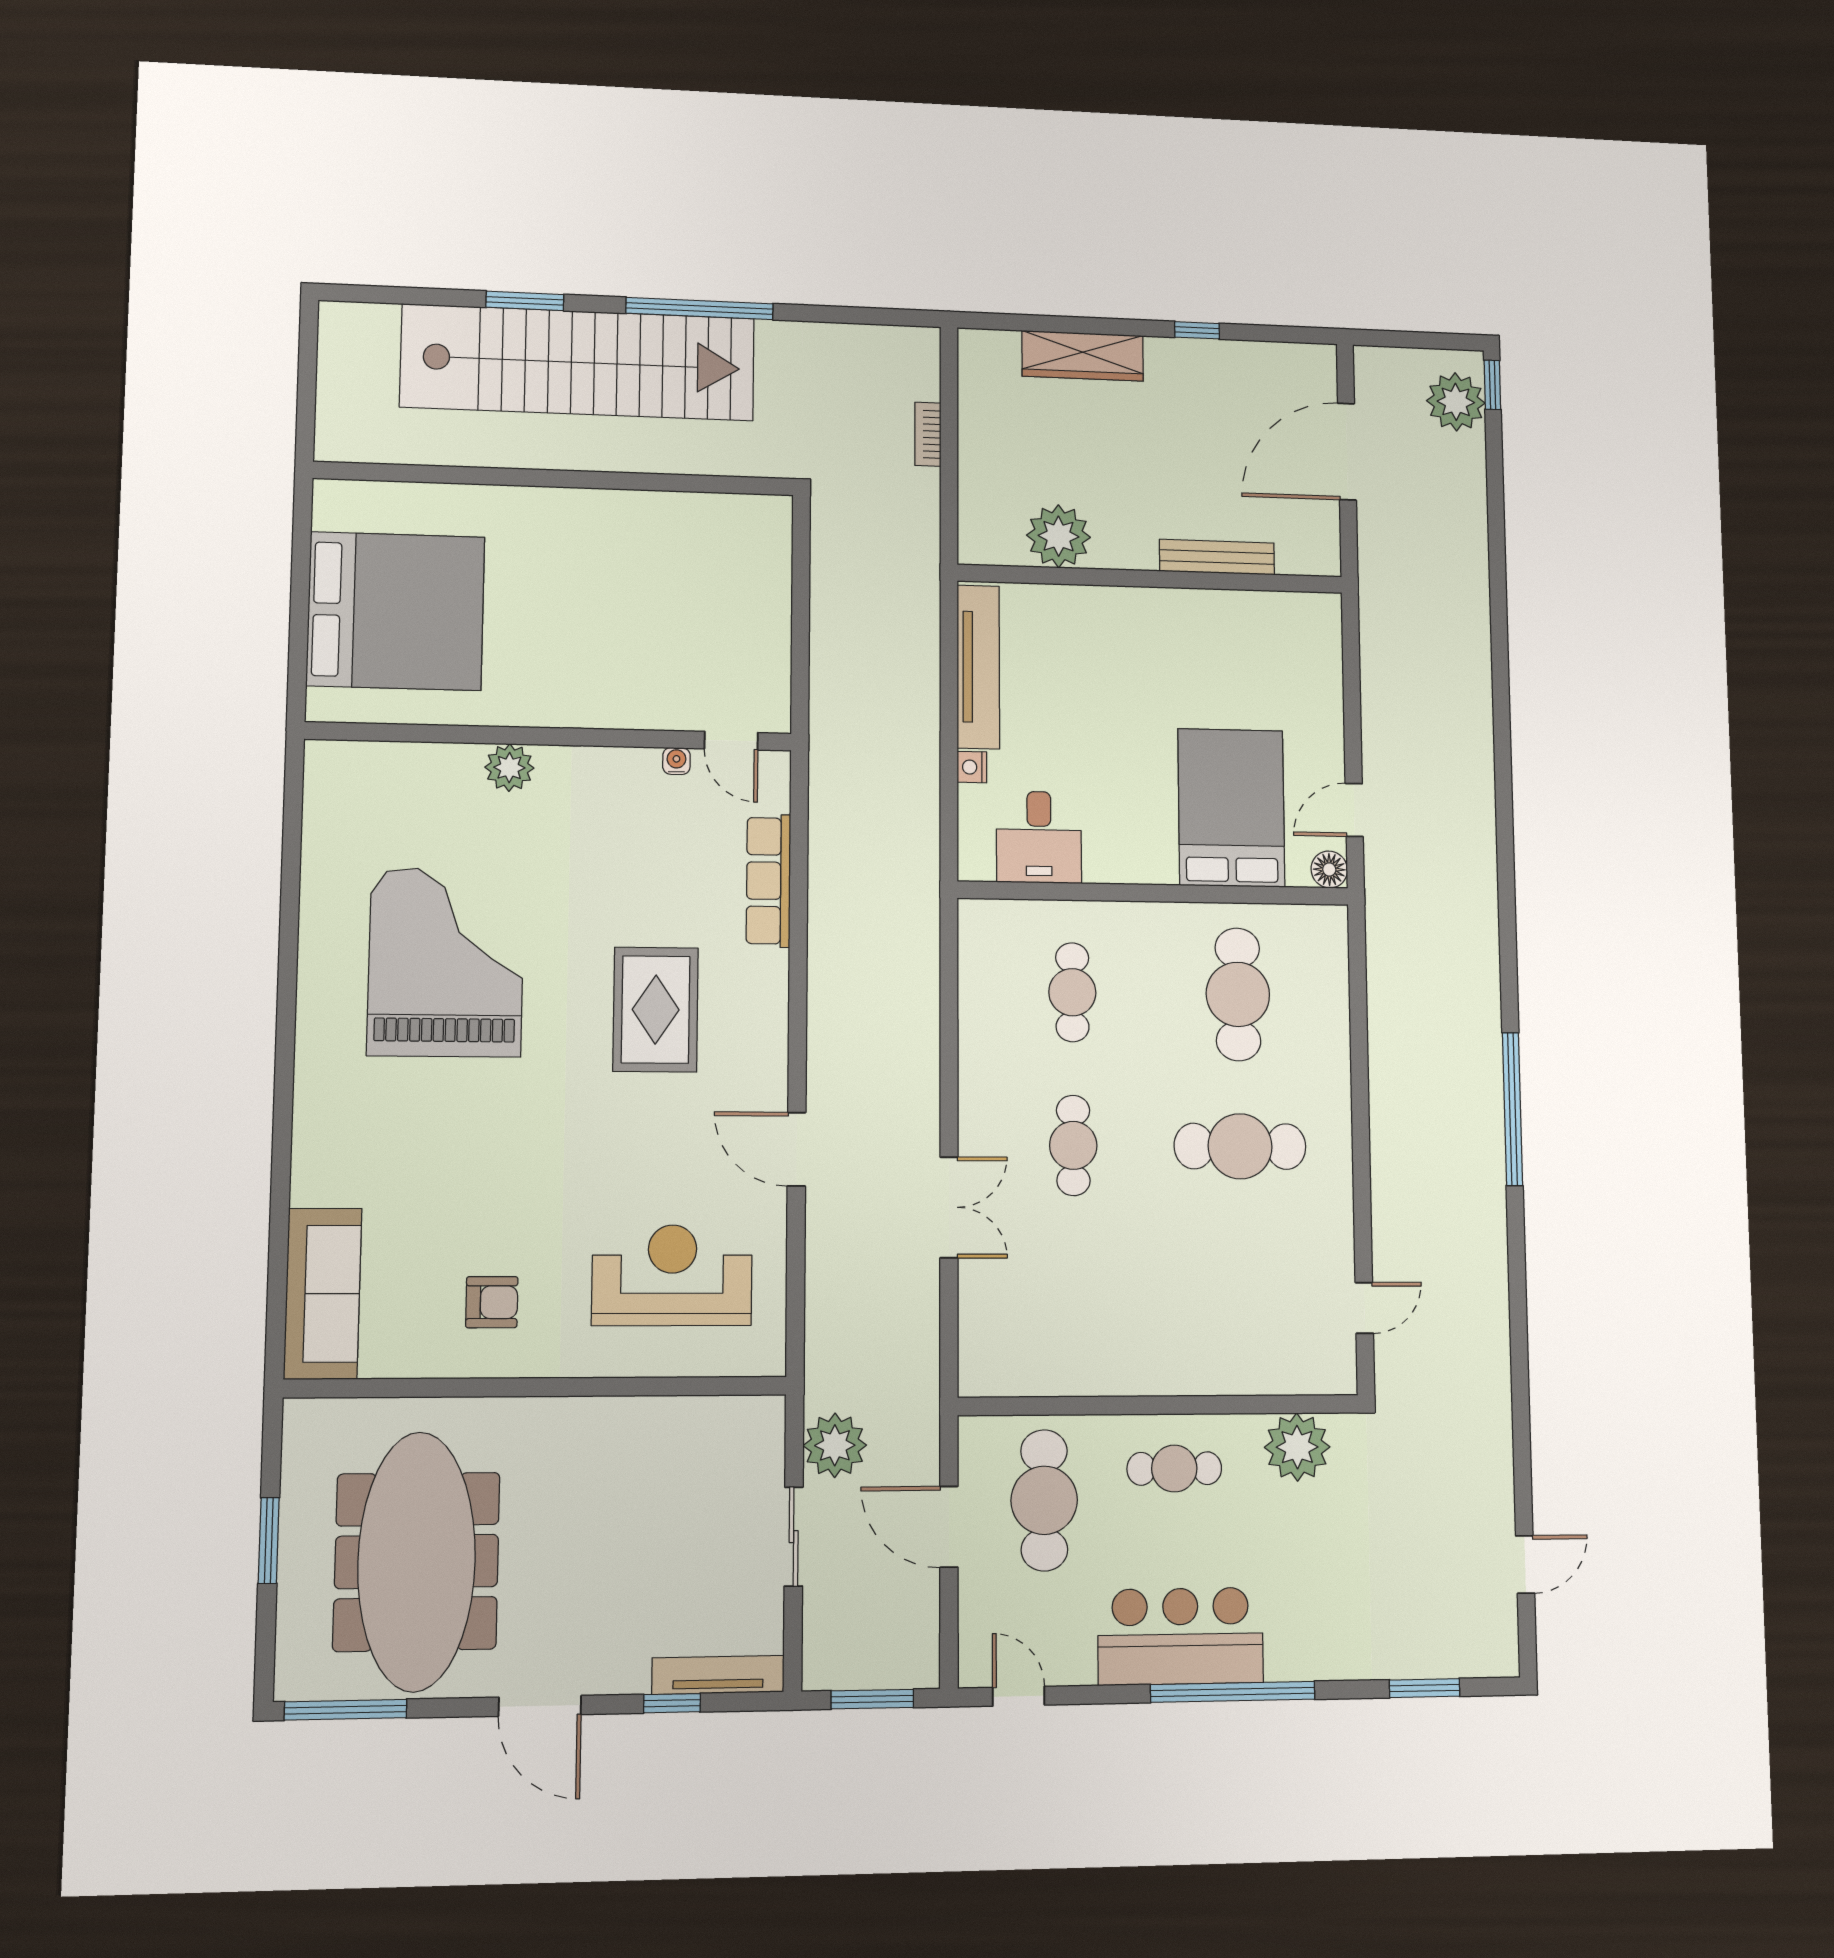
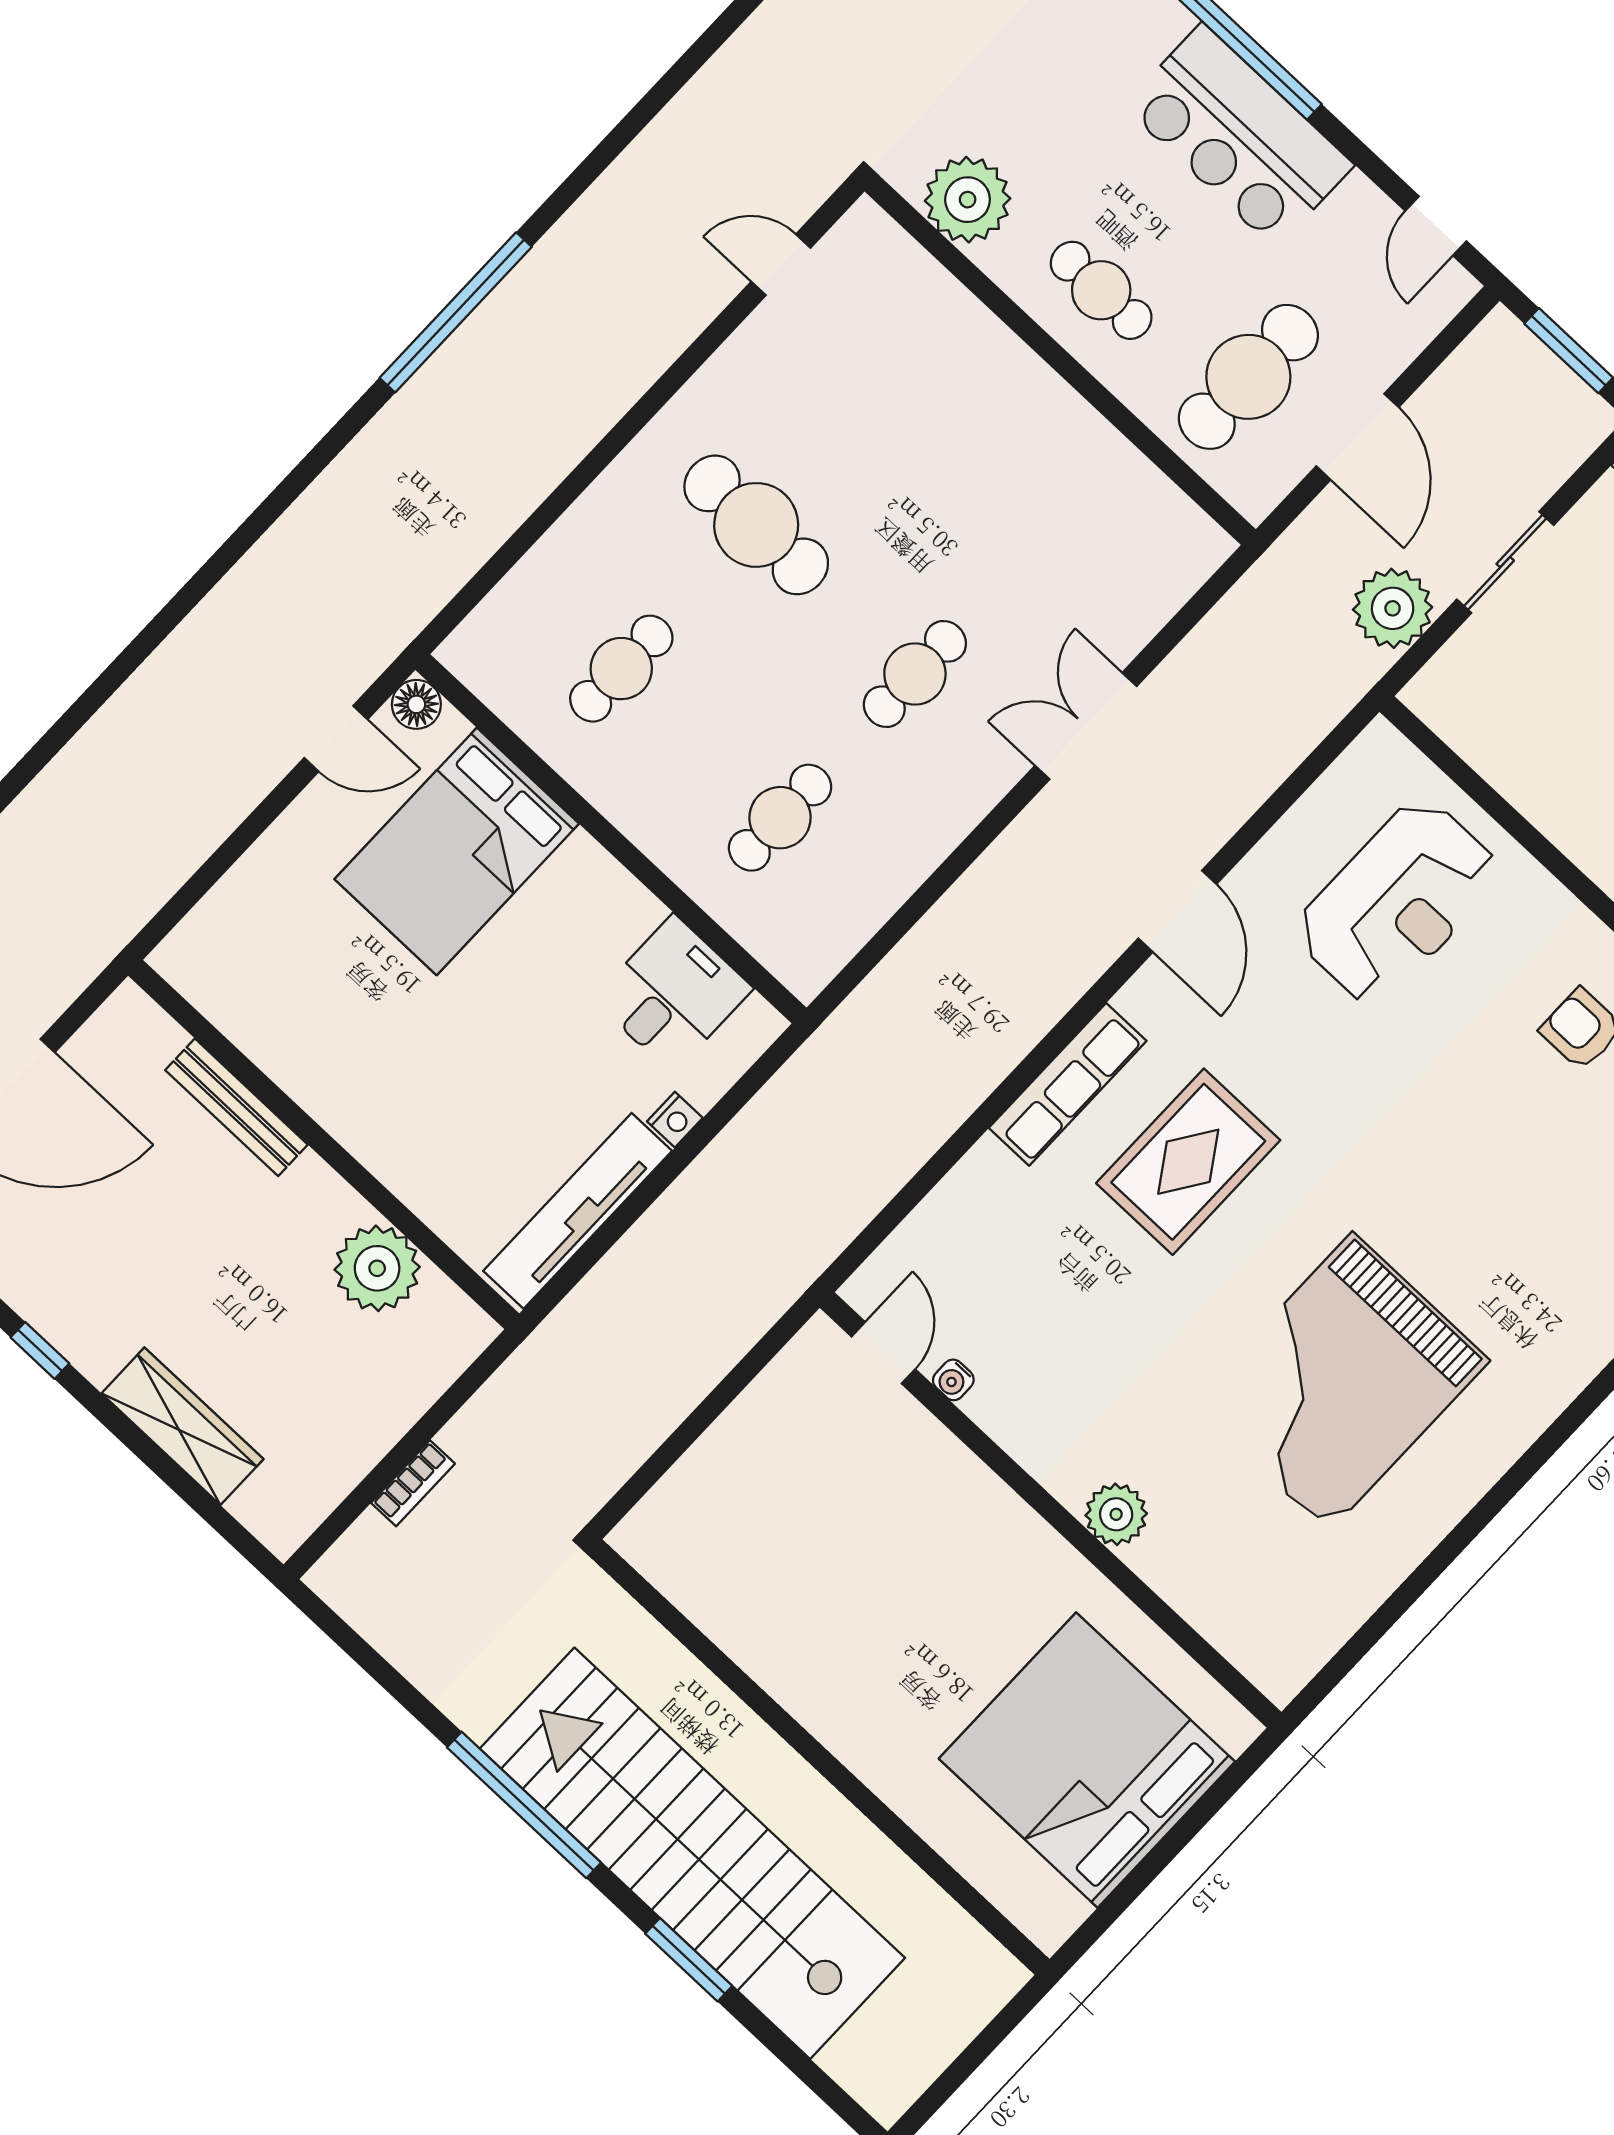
row of seats: (768, 881) -> (1068, 1084), moved
cafe table: (1238, 994) -> (621, 669), width x0.73, depth x0.74
reception desk: (672, 1275) -> (1398, 902), turned -90

